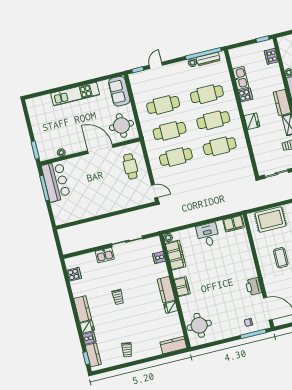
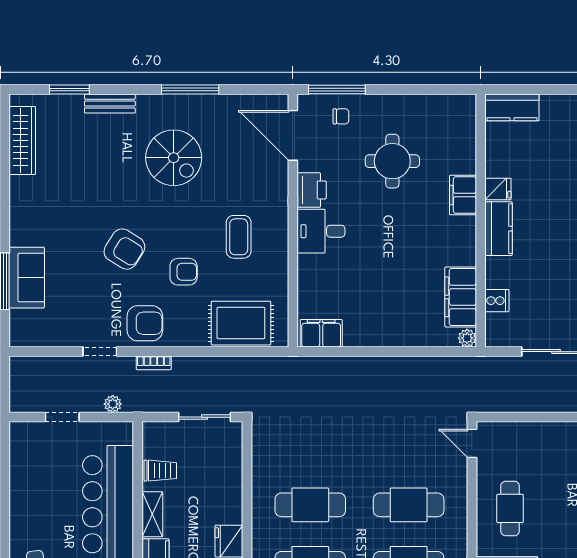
desk: (208, 235) -> (321, 231), moved, turned 90
filing cabinet: (182, 287) -> (463, 195), moved
round table: (199, 325) -> (392, 161), moved

